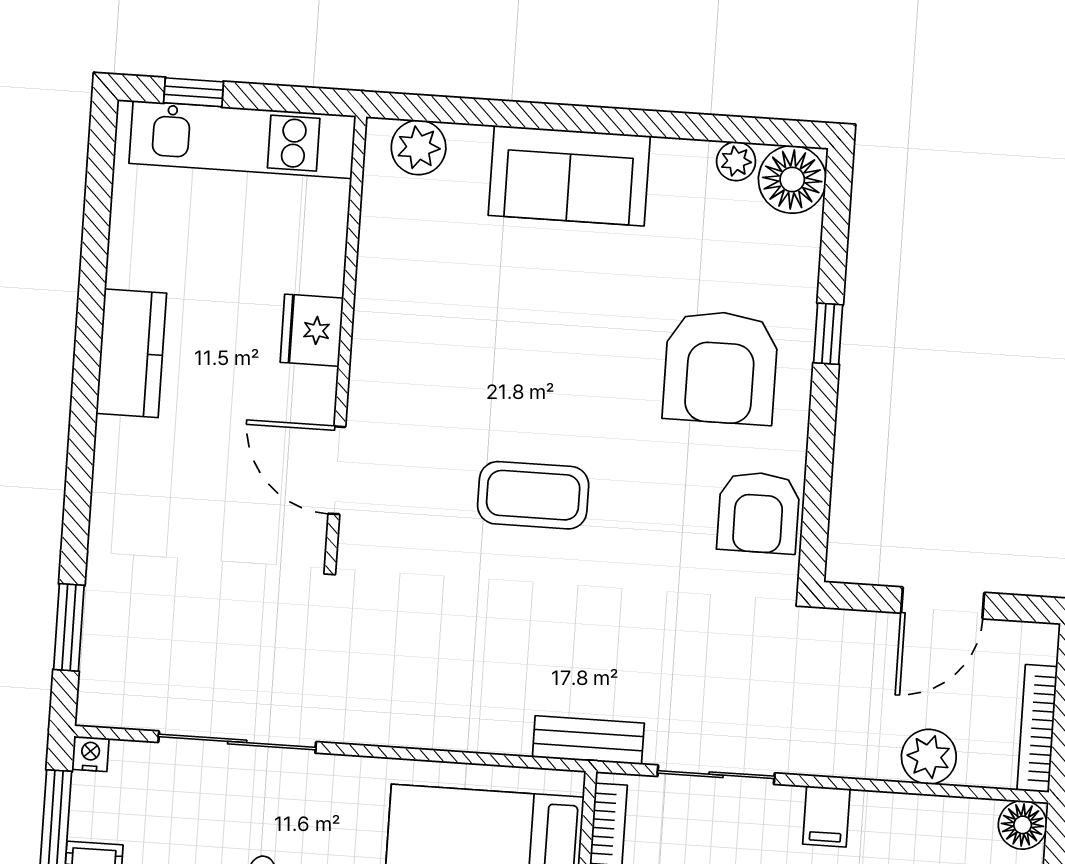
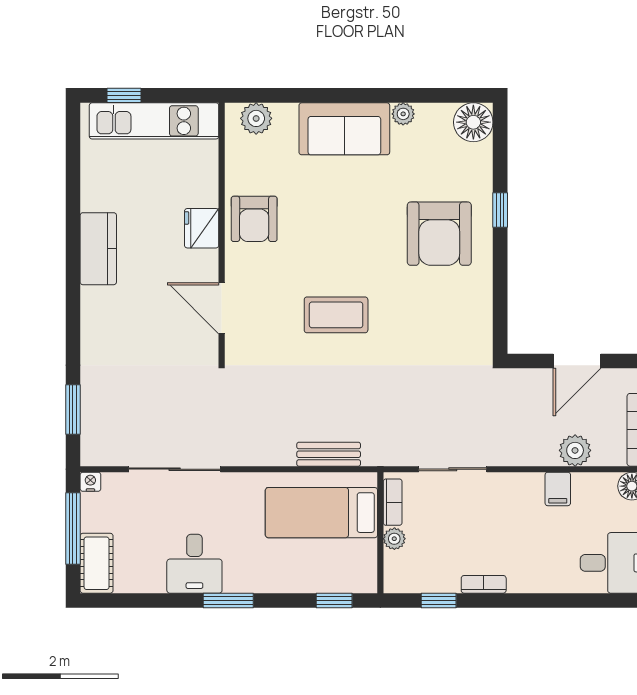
plant: (736, 161) -> (403, 114), moved
armchair: (758, 512) -> (254, 219), moved
bench: (588, 740) -> (329, 454), moved
filing cabinet: (826, 816) -> (558, 489), moved

